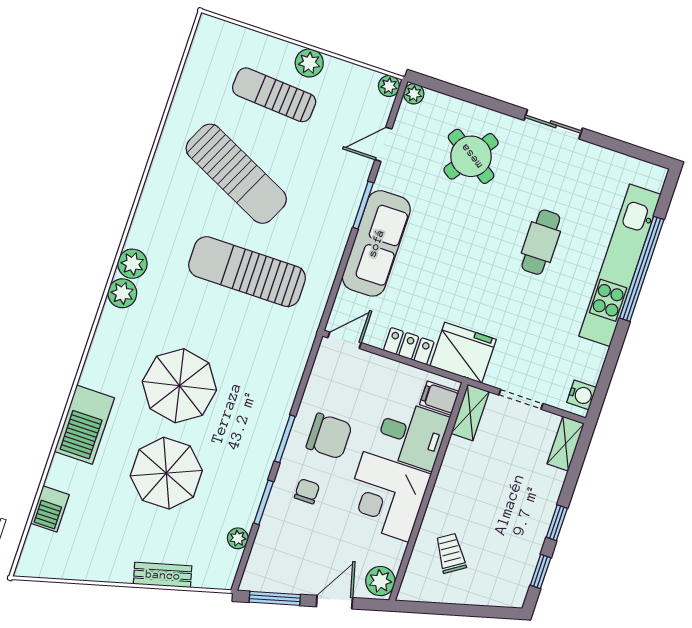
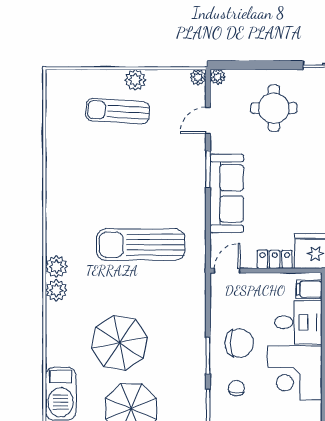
round table: (471, 156) -> (274, 108), turned -34
sun lounger: (236, 174) -> (109, 177), removed

